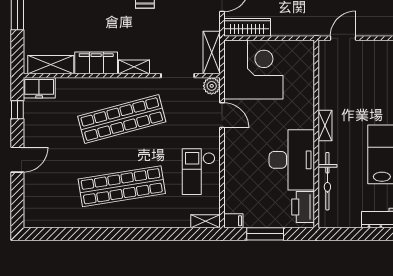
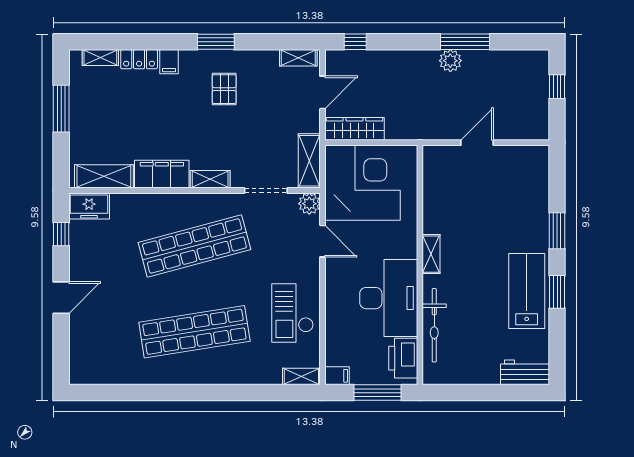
shelving: (325, 125) -> (431, 254), moved
wall: (316, 134) -> (420, 265), moved
desk: (292, 160) -> (389, 298), moved
bicycle: (327, 181) -> (434, 325), moved
printer: (303, 207) -> (403, 358), moved

